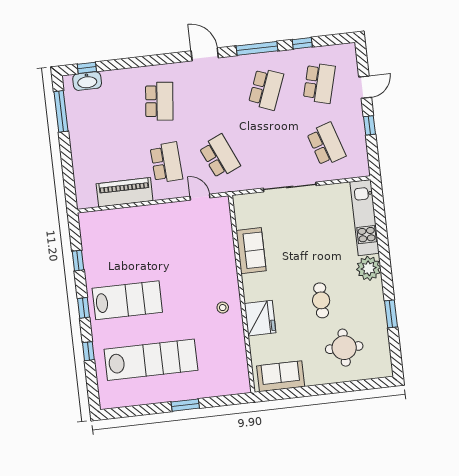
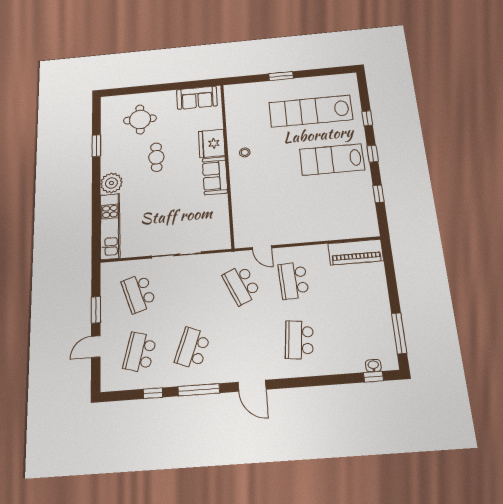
washbasin: (87, 81) -> (373, 366), width x0.52, depth x0.69
window: (370, 125) -> (96, 310), width x1.50
piano: (125, 192) -> (356, 252), moved
sofa: (251, 251) -> (215, 176), moved

